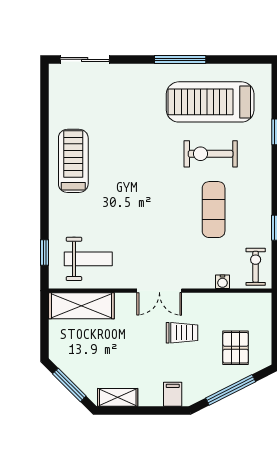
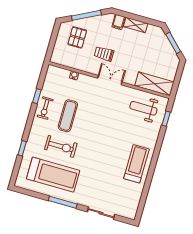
sliding door: (85, 59) -> (101, 213), moved
treadmill: (73, 161) -> (136, 164), turned 180
exercise bike: (256, 267) -> (45, 108), moved
shelving: (118, 397) -> (136, 25), moved

